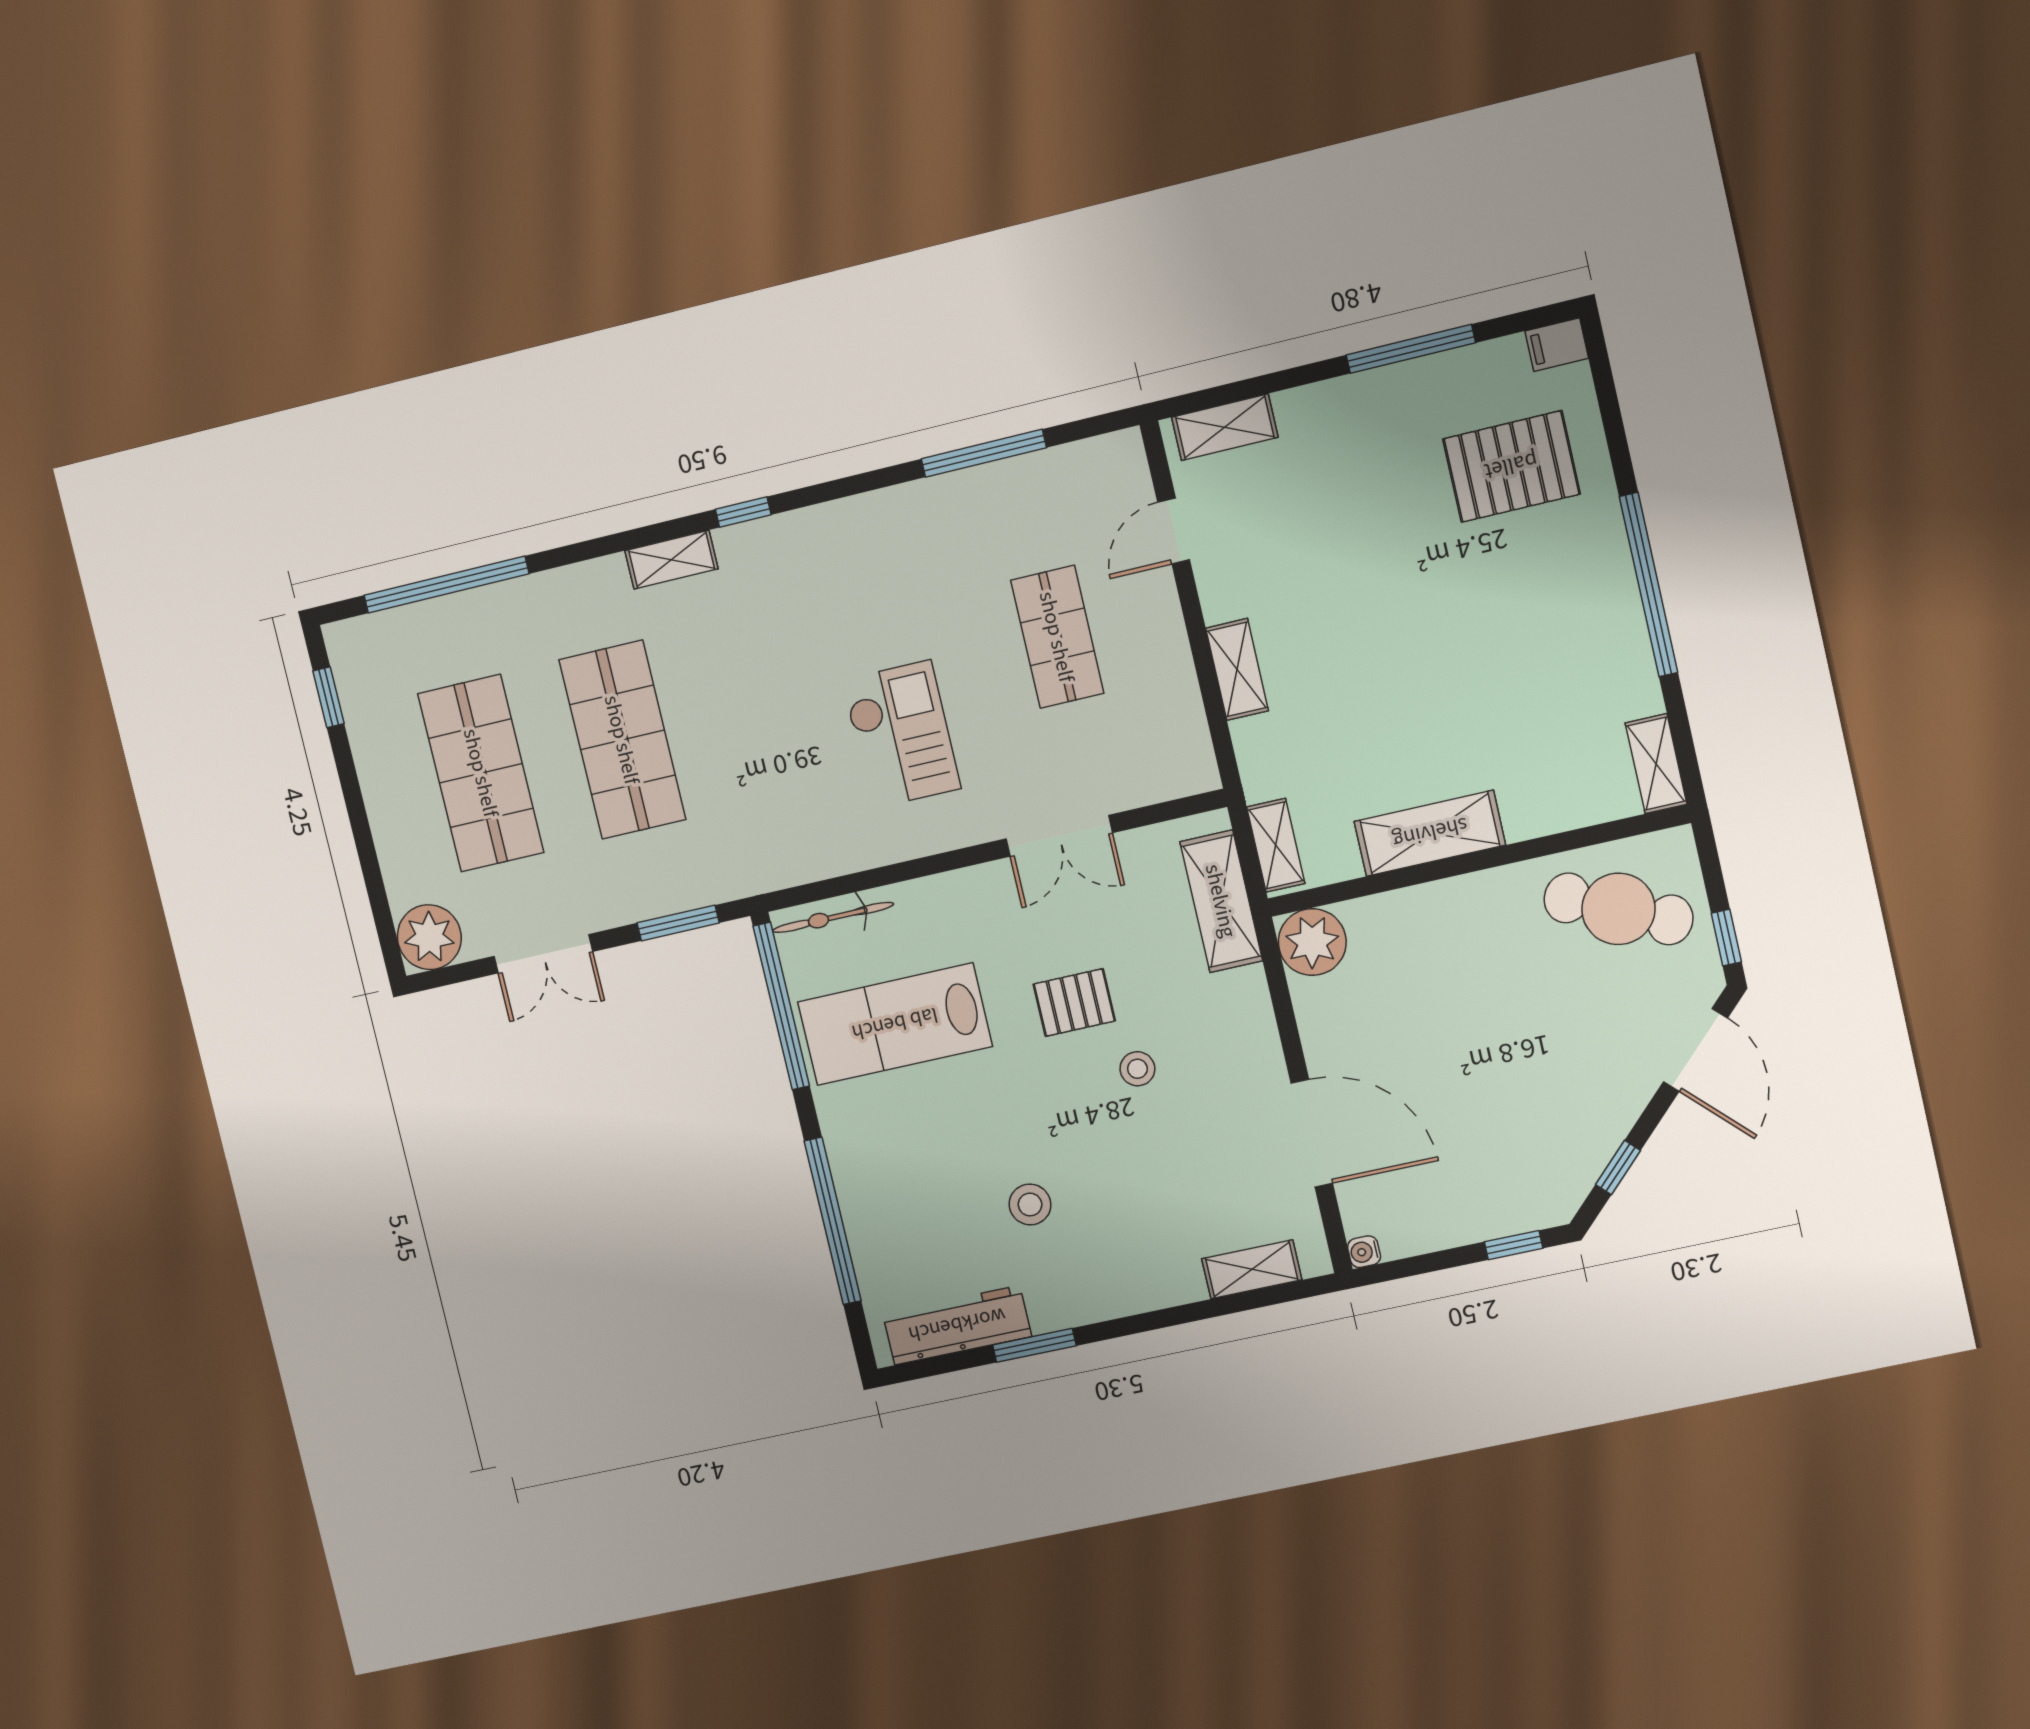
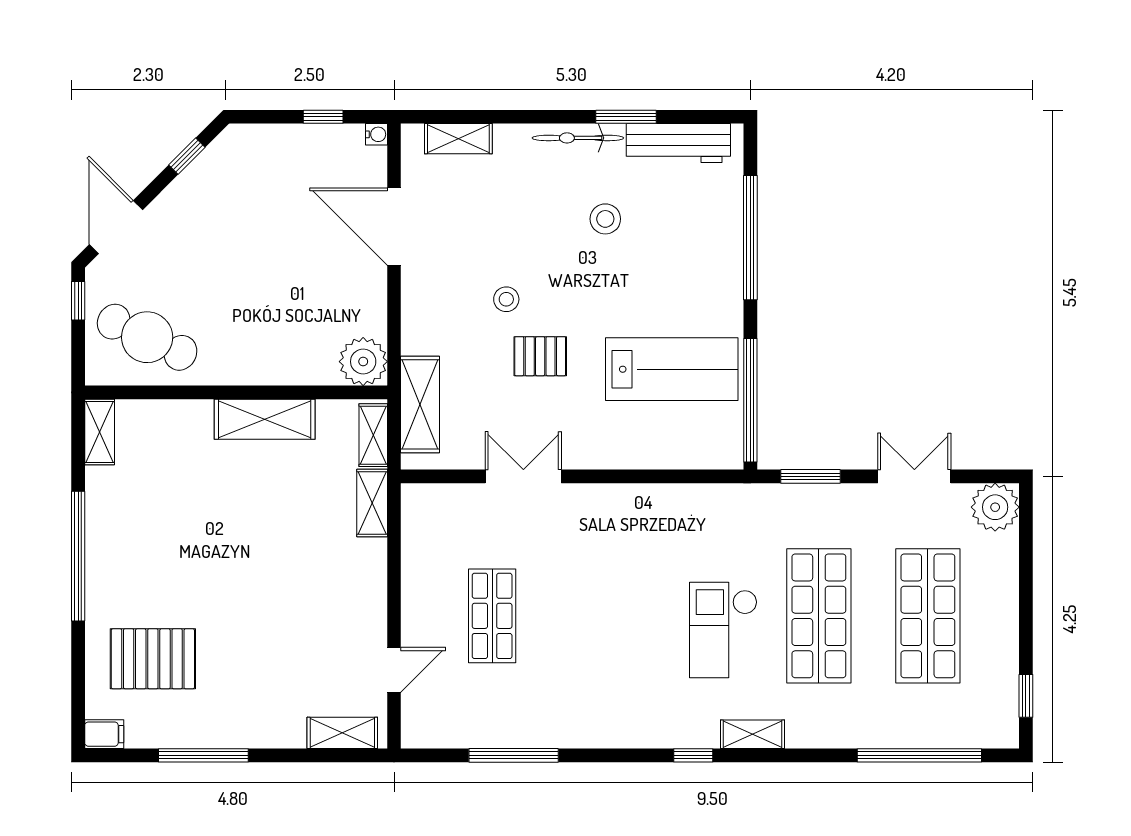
shelving: (1237, 669) -> (372, 503), moved
checkout: (901, 734) -> (723, 630), moved
bicycle: (833, 917) -> (578, 138), moved, turned 180
window: (1514, 1245) -> (323, 117), moved

